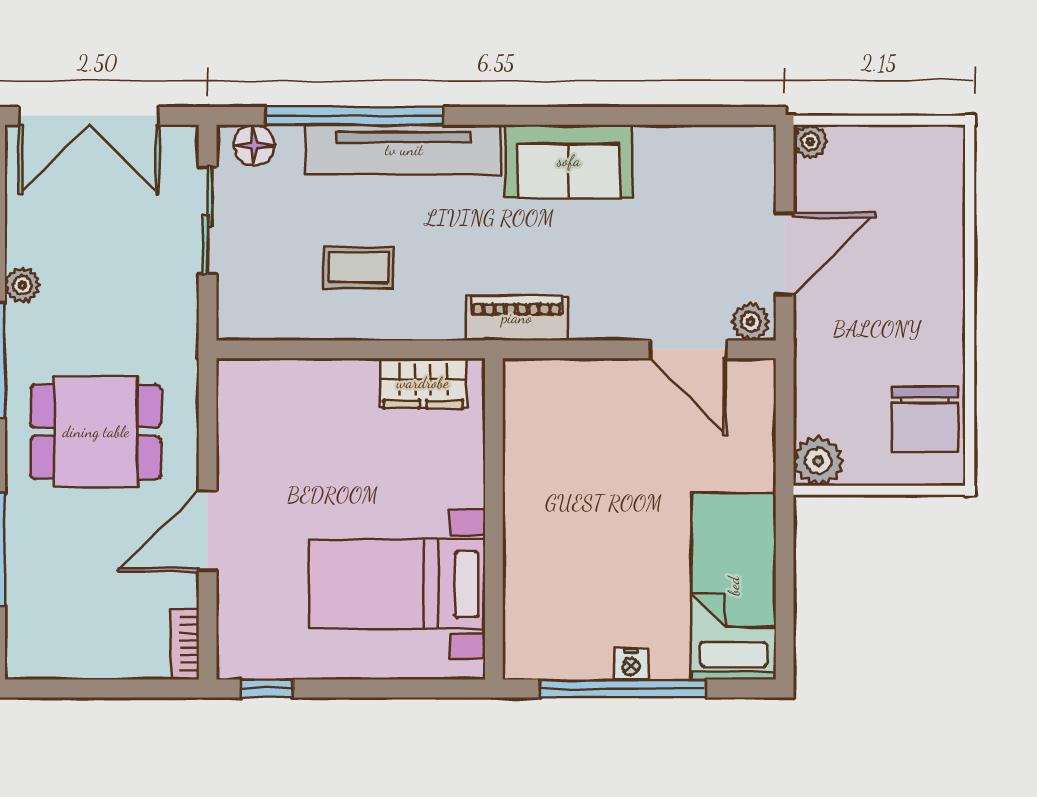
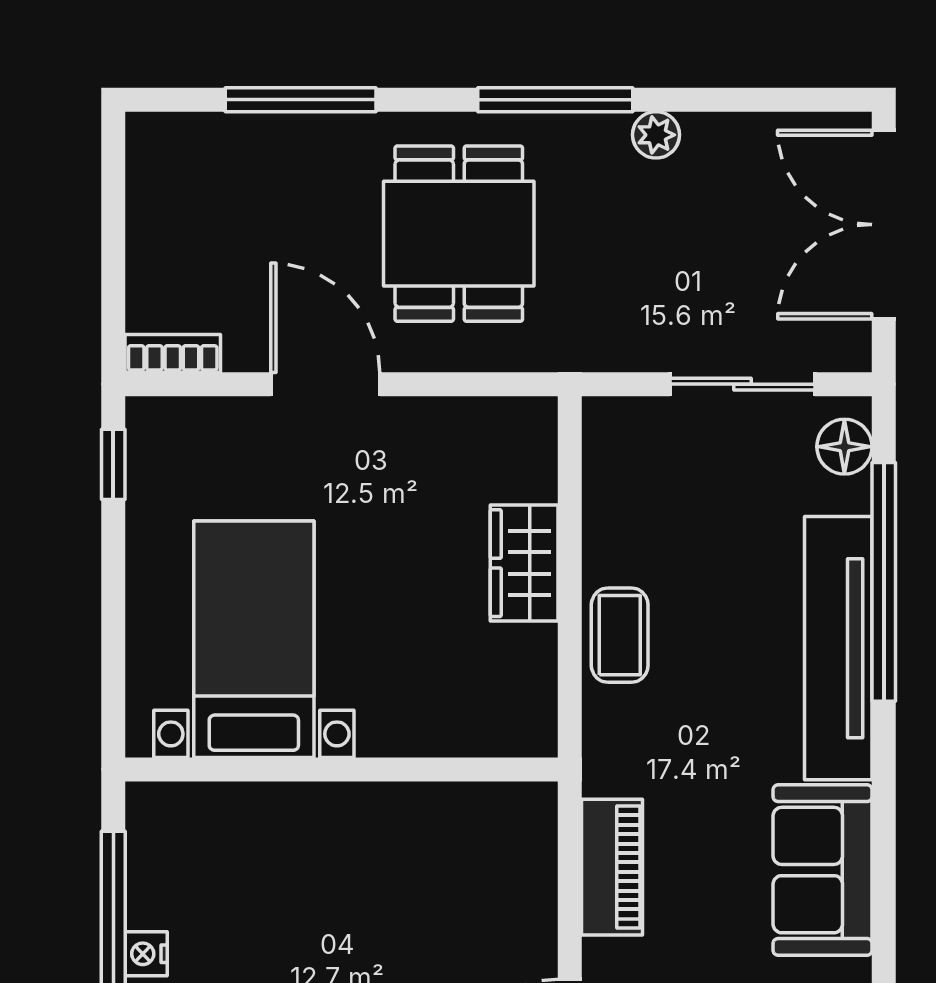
coffee table: (358, 268) -> (620, 635), moved
piano: (517, 318) -> (612, 867), moved
wardrobe: (423, 383) -> (524, 563), moved

